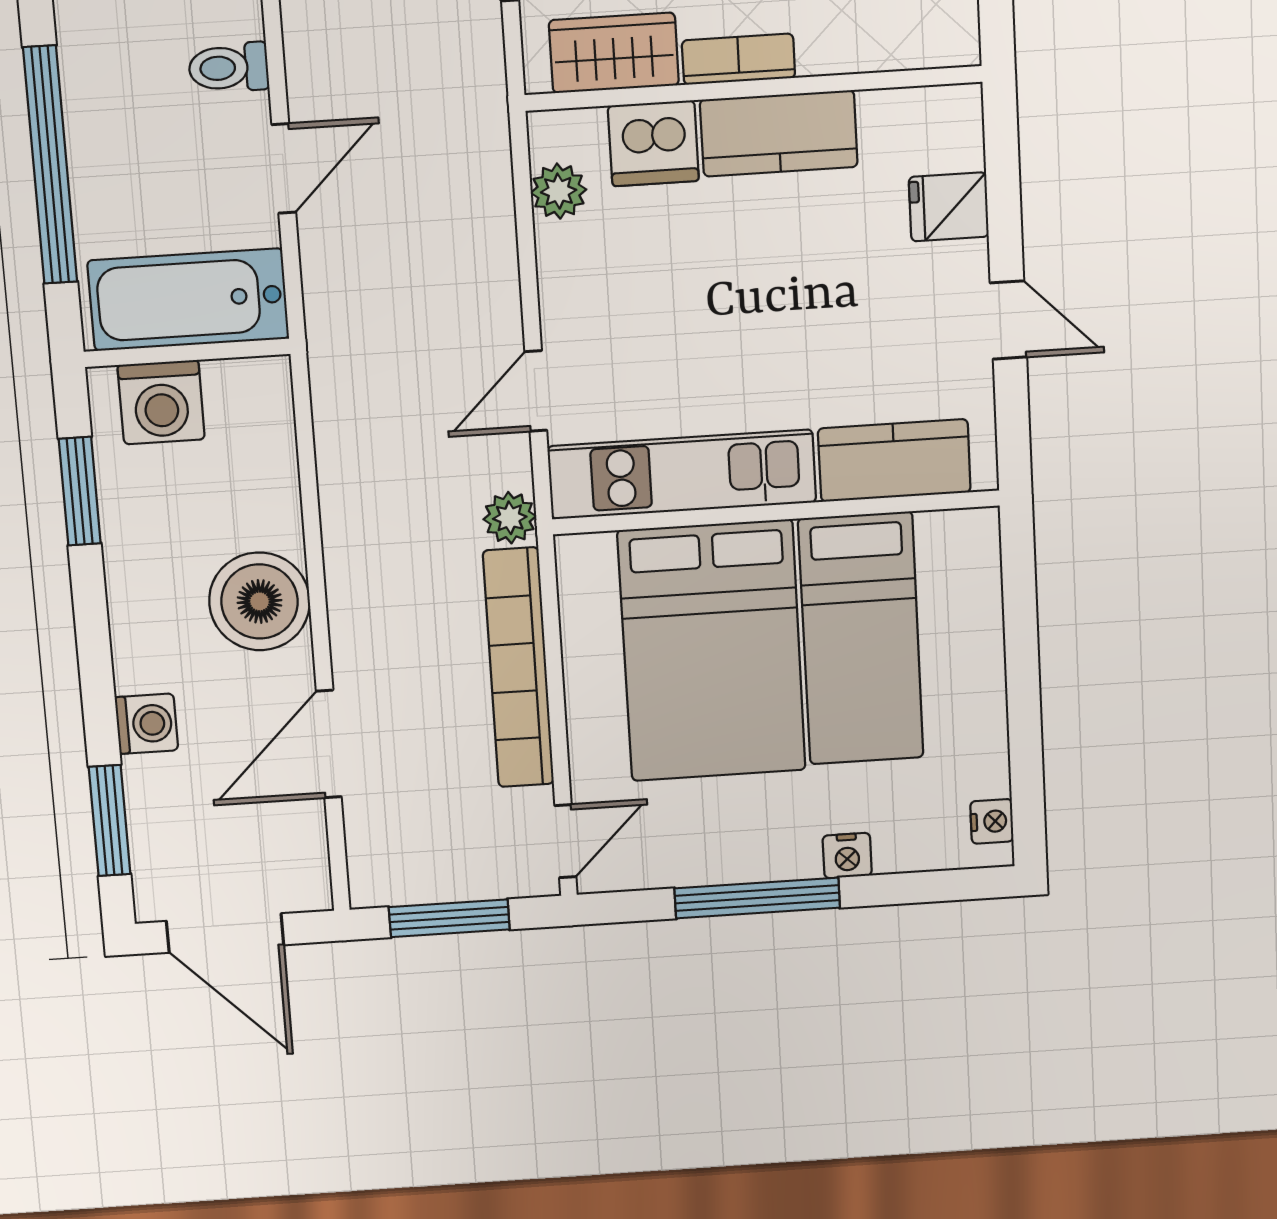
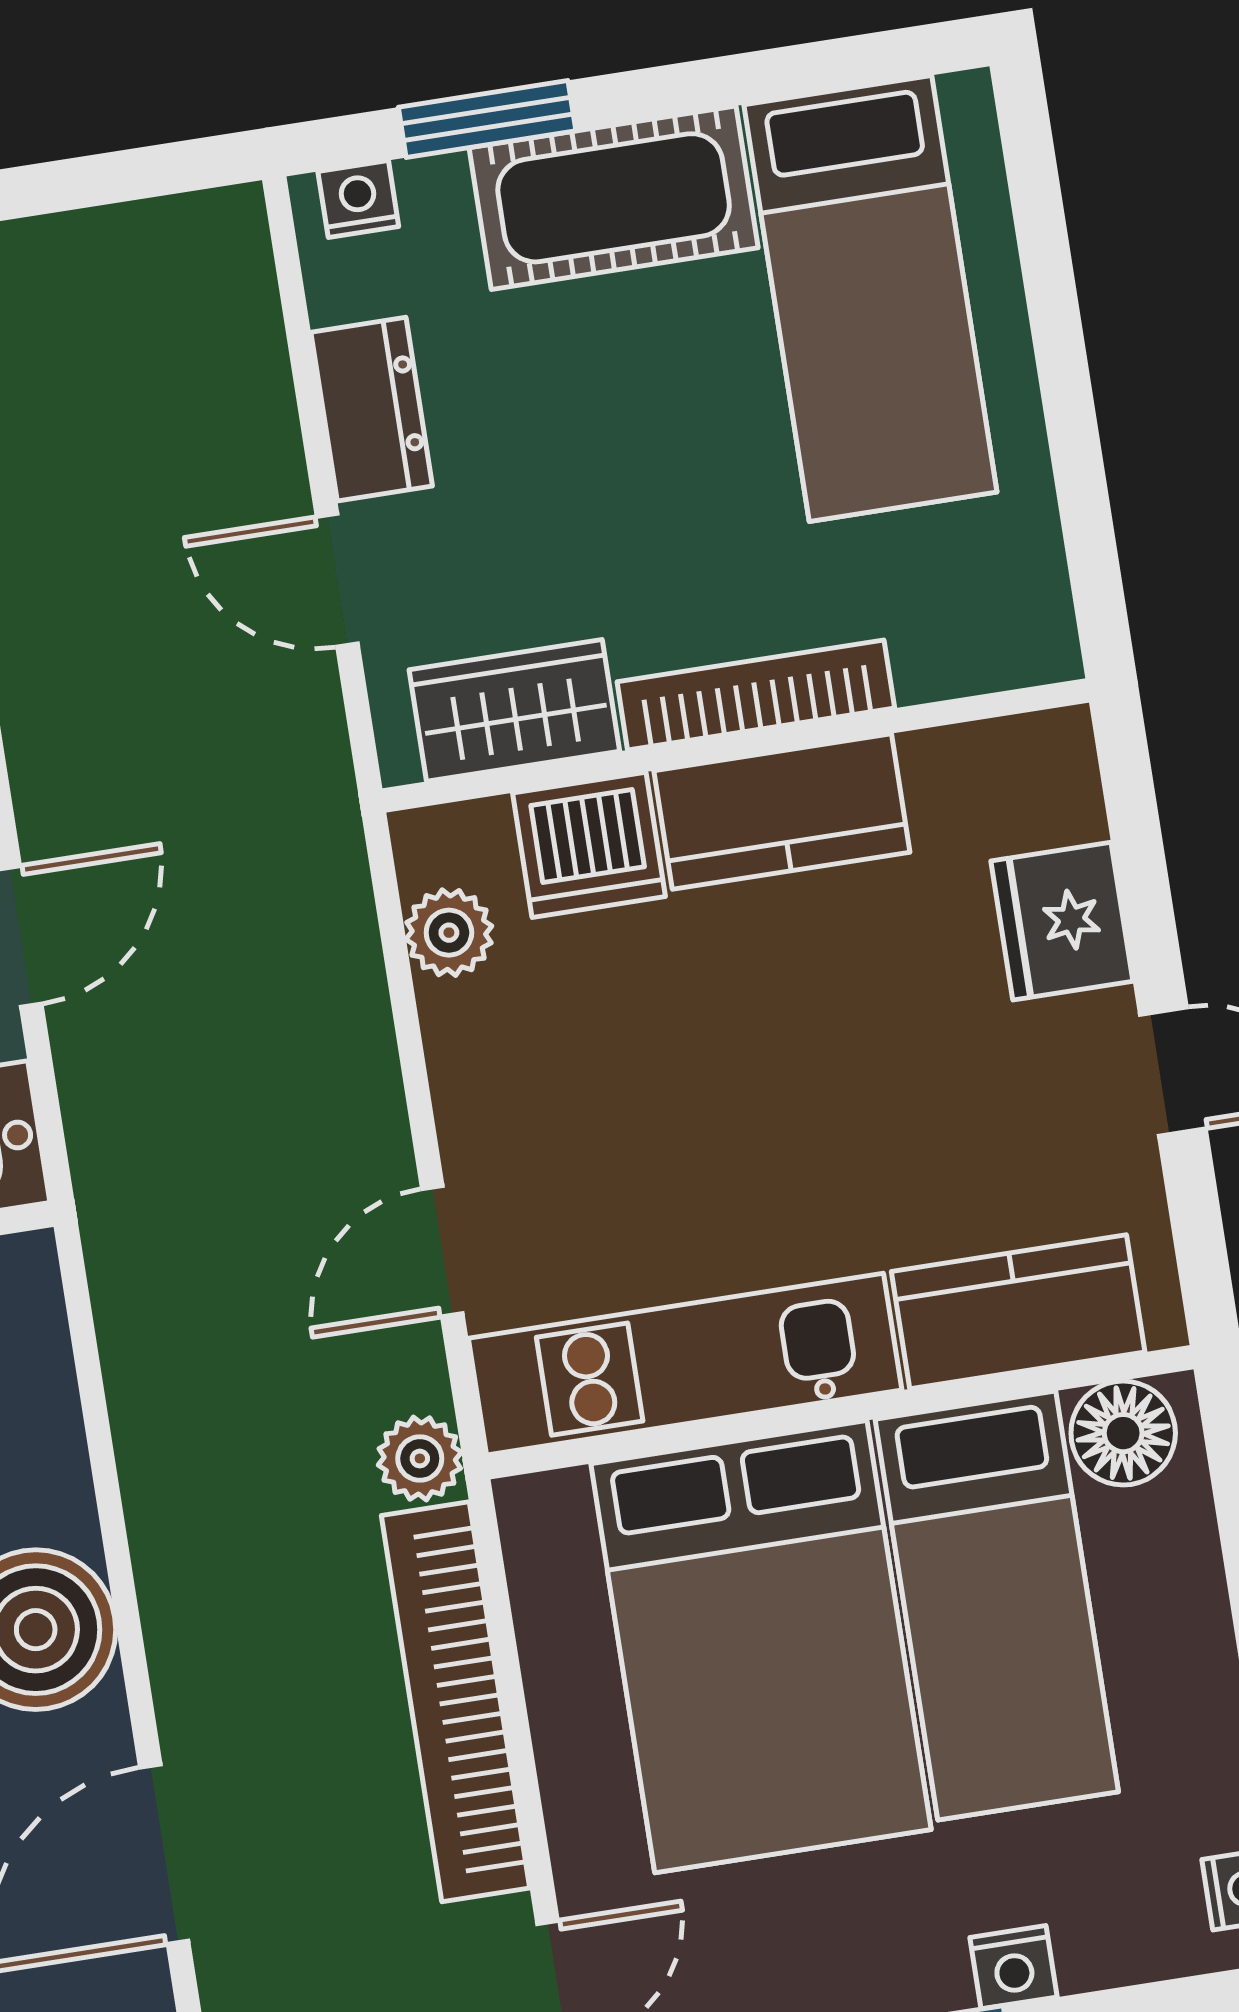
bookcase: (739, 59) -> (756, 695), width x1.56
fridge: (949, 207) -> (1062, 921), width x1.38
floor lamp: (951, 541) -> (1123, 1433), added

